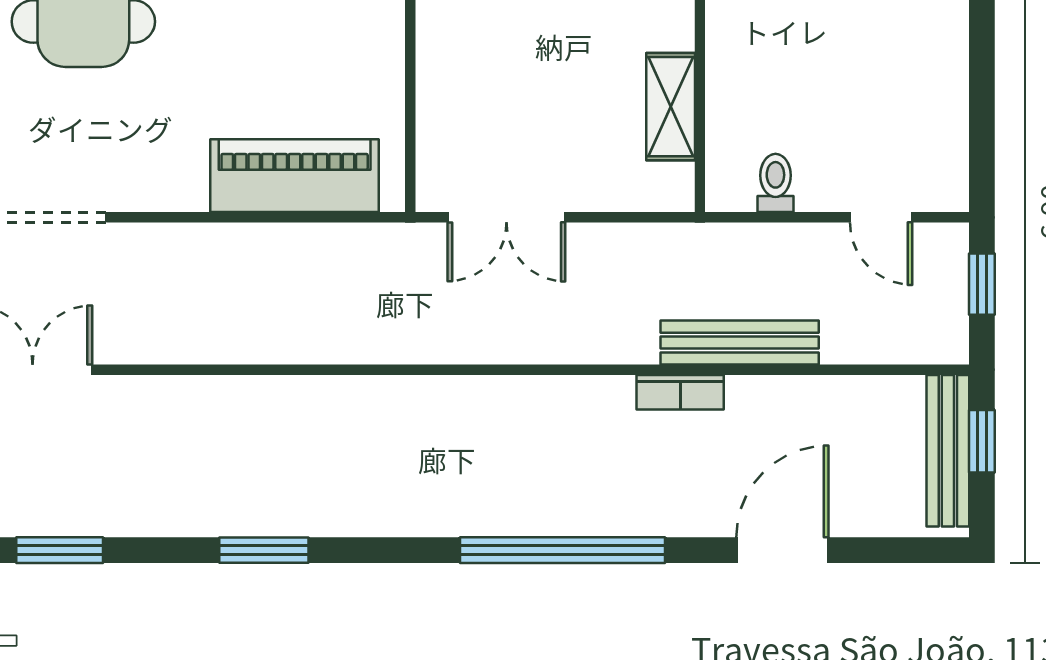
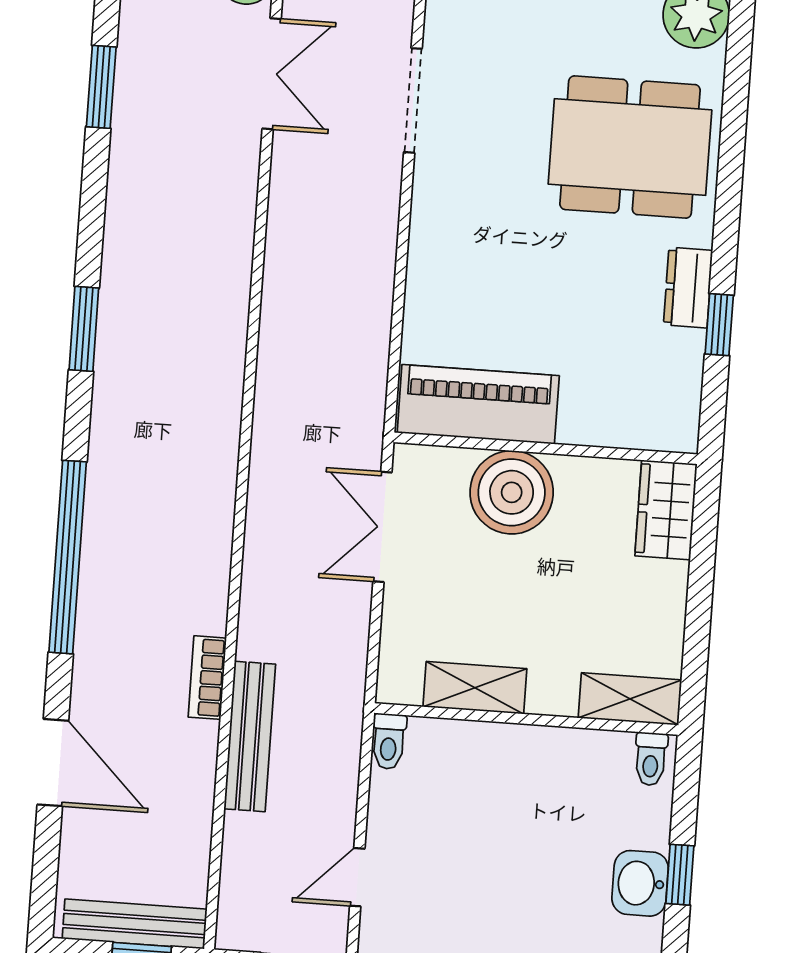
boiler: (460, 82) -> (512, 492), added
piano: (295, 176) -> (478, 404), moved, turned -90
toilet: (775, 183) -> (389, 741), moved, turned 90
window: (264, 550) -> (84, 329), moved

